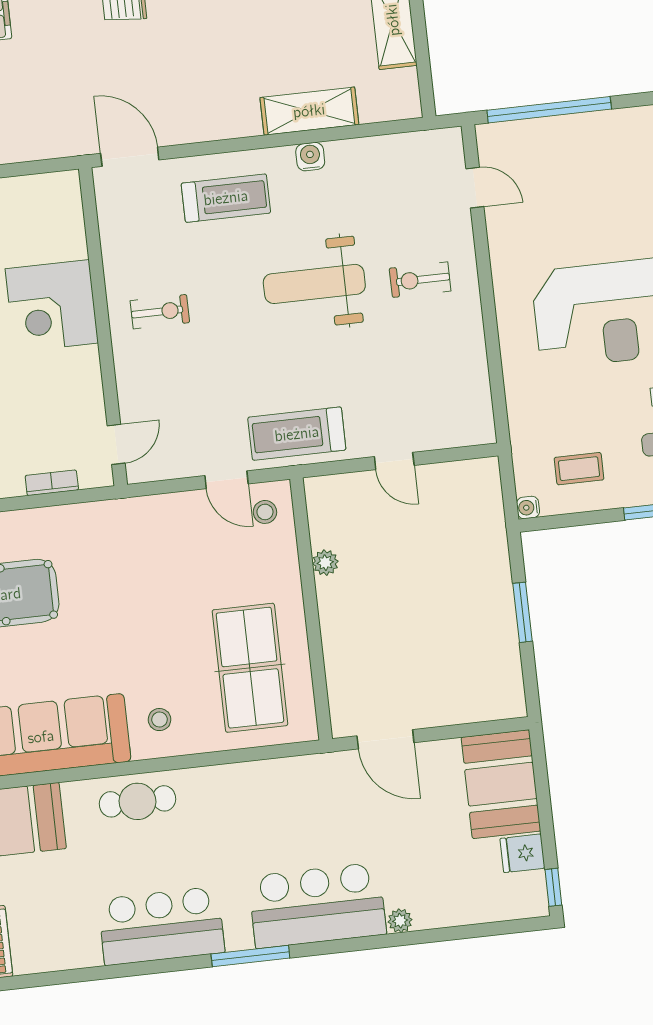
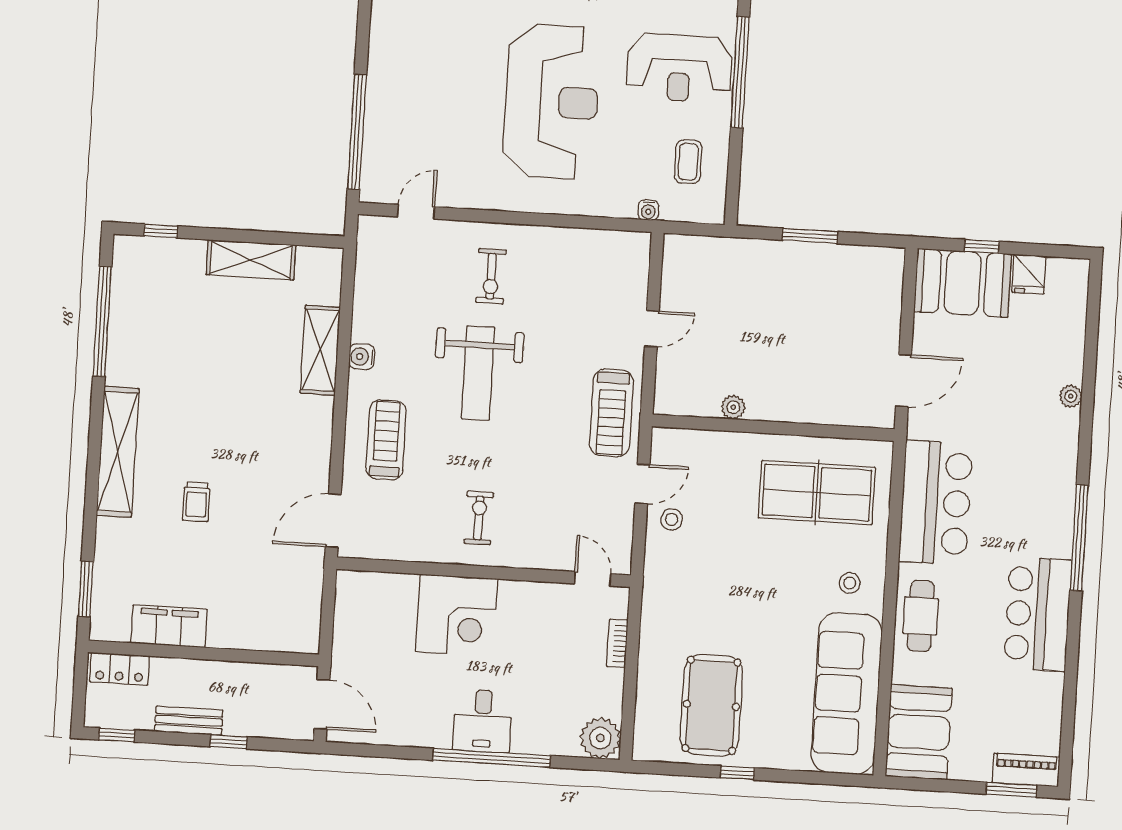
water cooler: (528, 508) -> (648, 210), moved
stool: (265, 512) -> (672, 519), moved
window: (553, 887) -> (982, 246), moved
bar counter: (317, 905) -> (936, 503), moved, turned 180
window: (250, 956) -> (1079, 538), width x1.46

